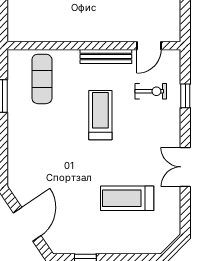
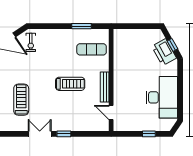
exercise bike: (151, 91) -> (31, 42), moved
window: (185, 96) -> (64, 134), moved

